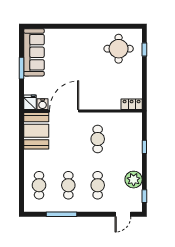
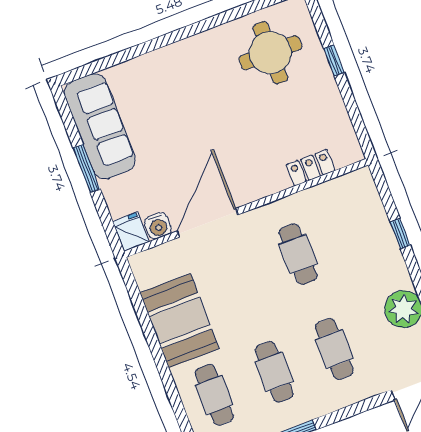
window: (144, 50) -> (334, 60), moved
locker: (132, 104) -> (311, 168), moved
booth: (36, 131) -> (179, 321), moved

